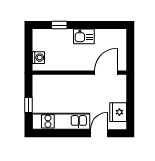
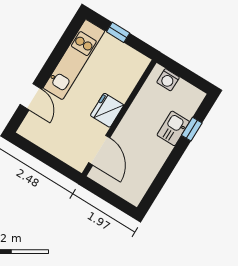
kitchen sink: (84, 36) -> (173, 128), moved
fridge: (118, 112) -> (107, 110), moved, turned -90

